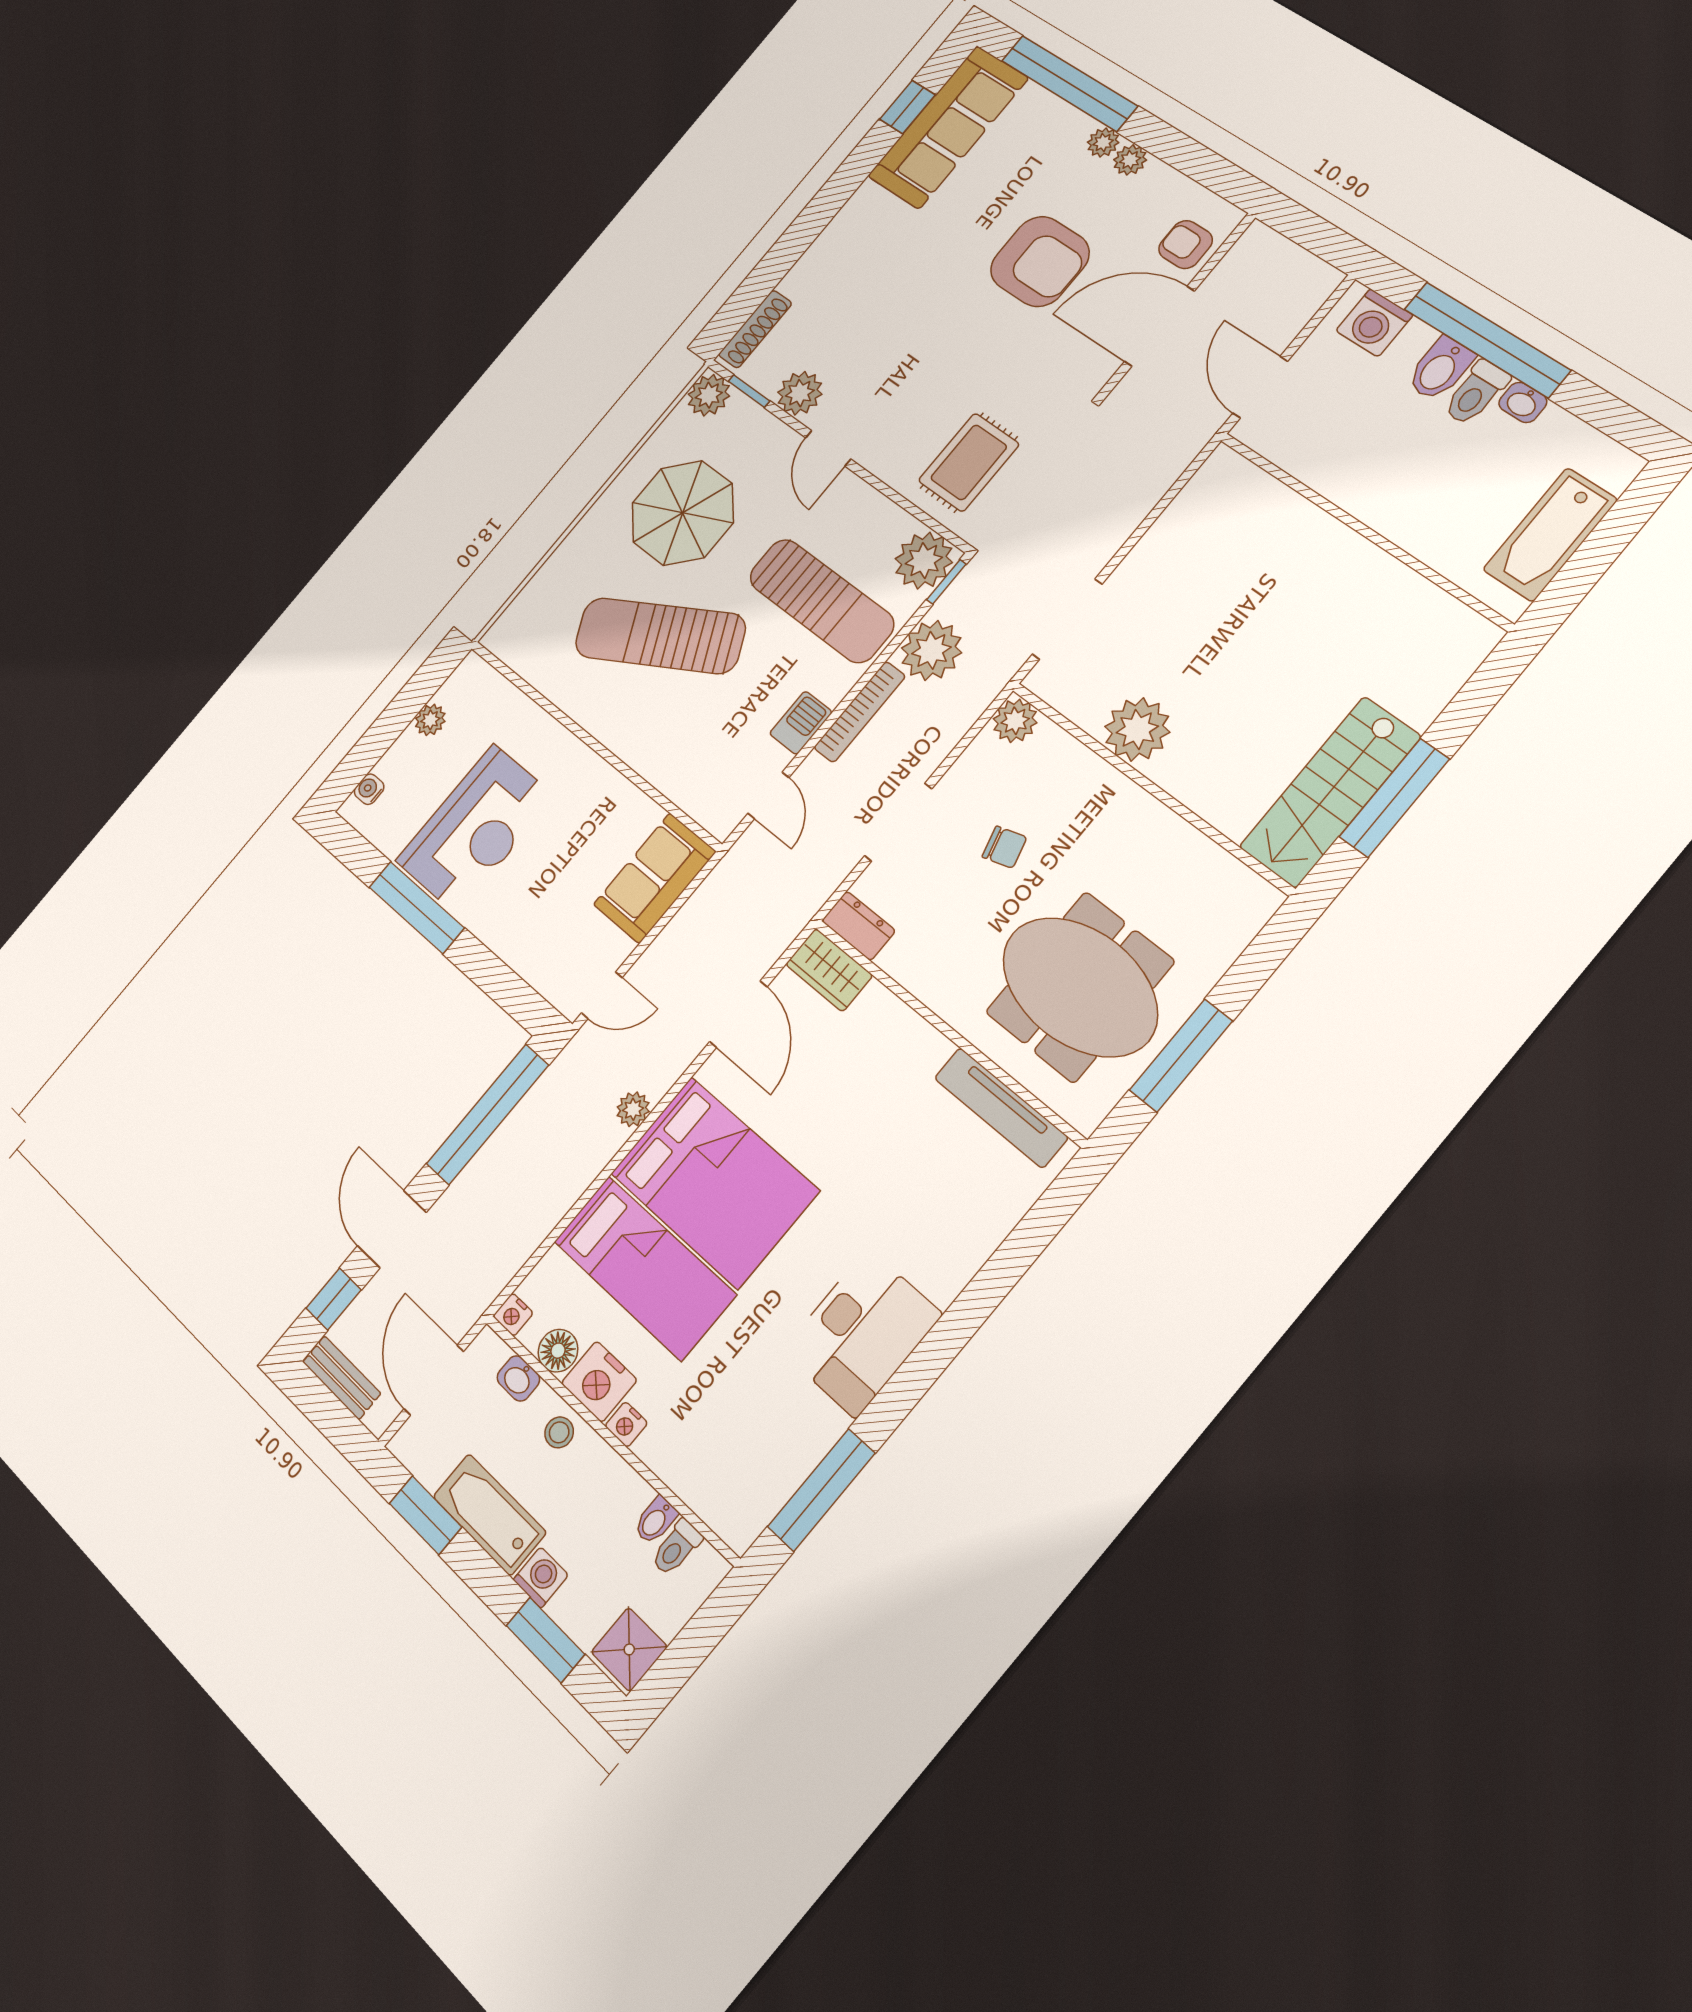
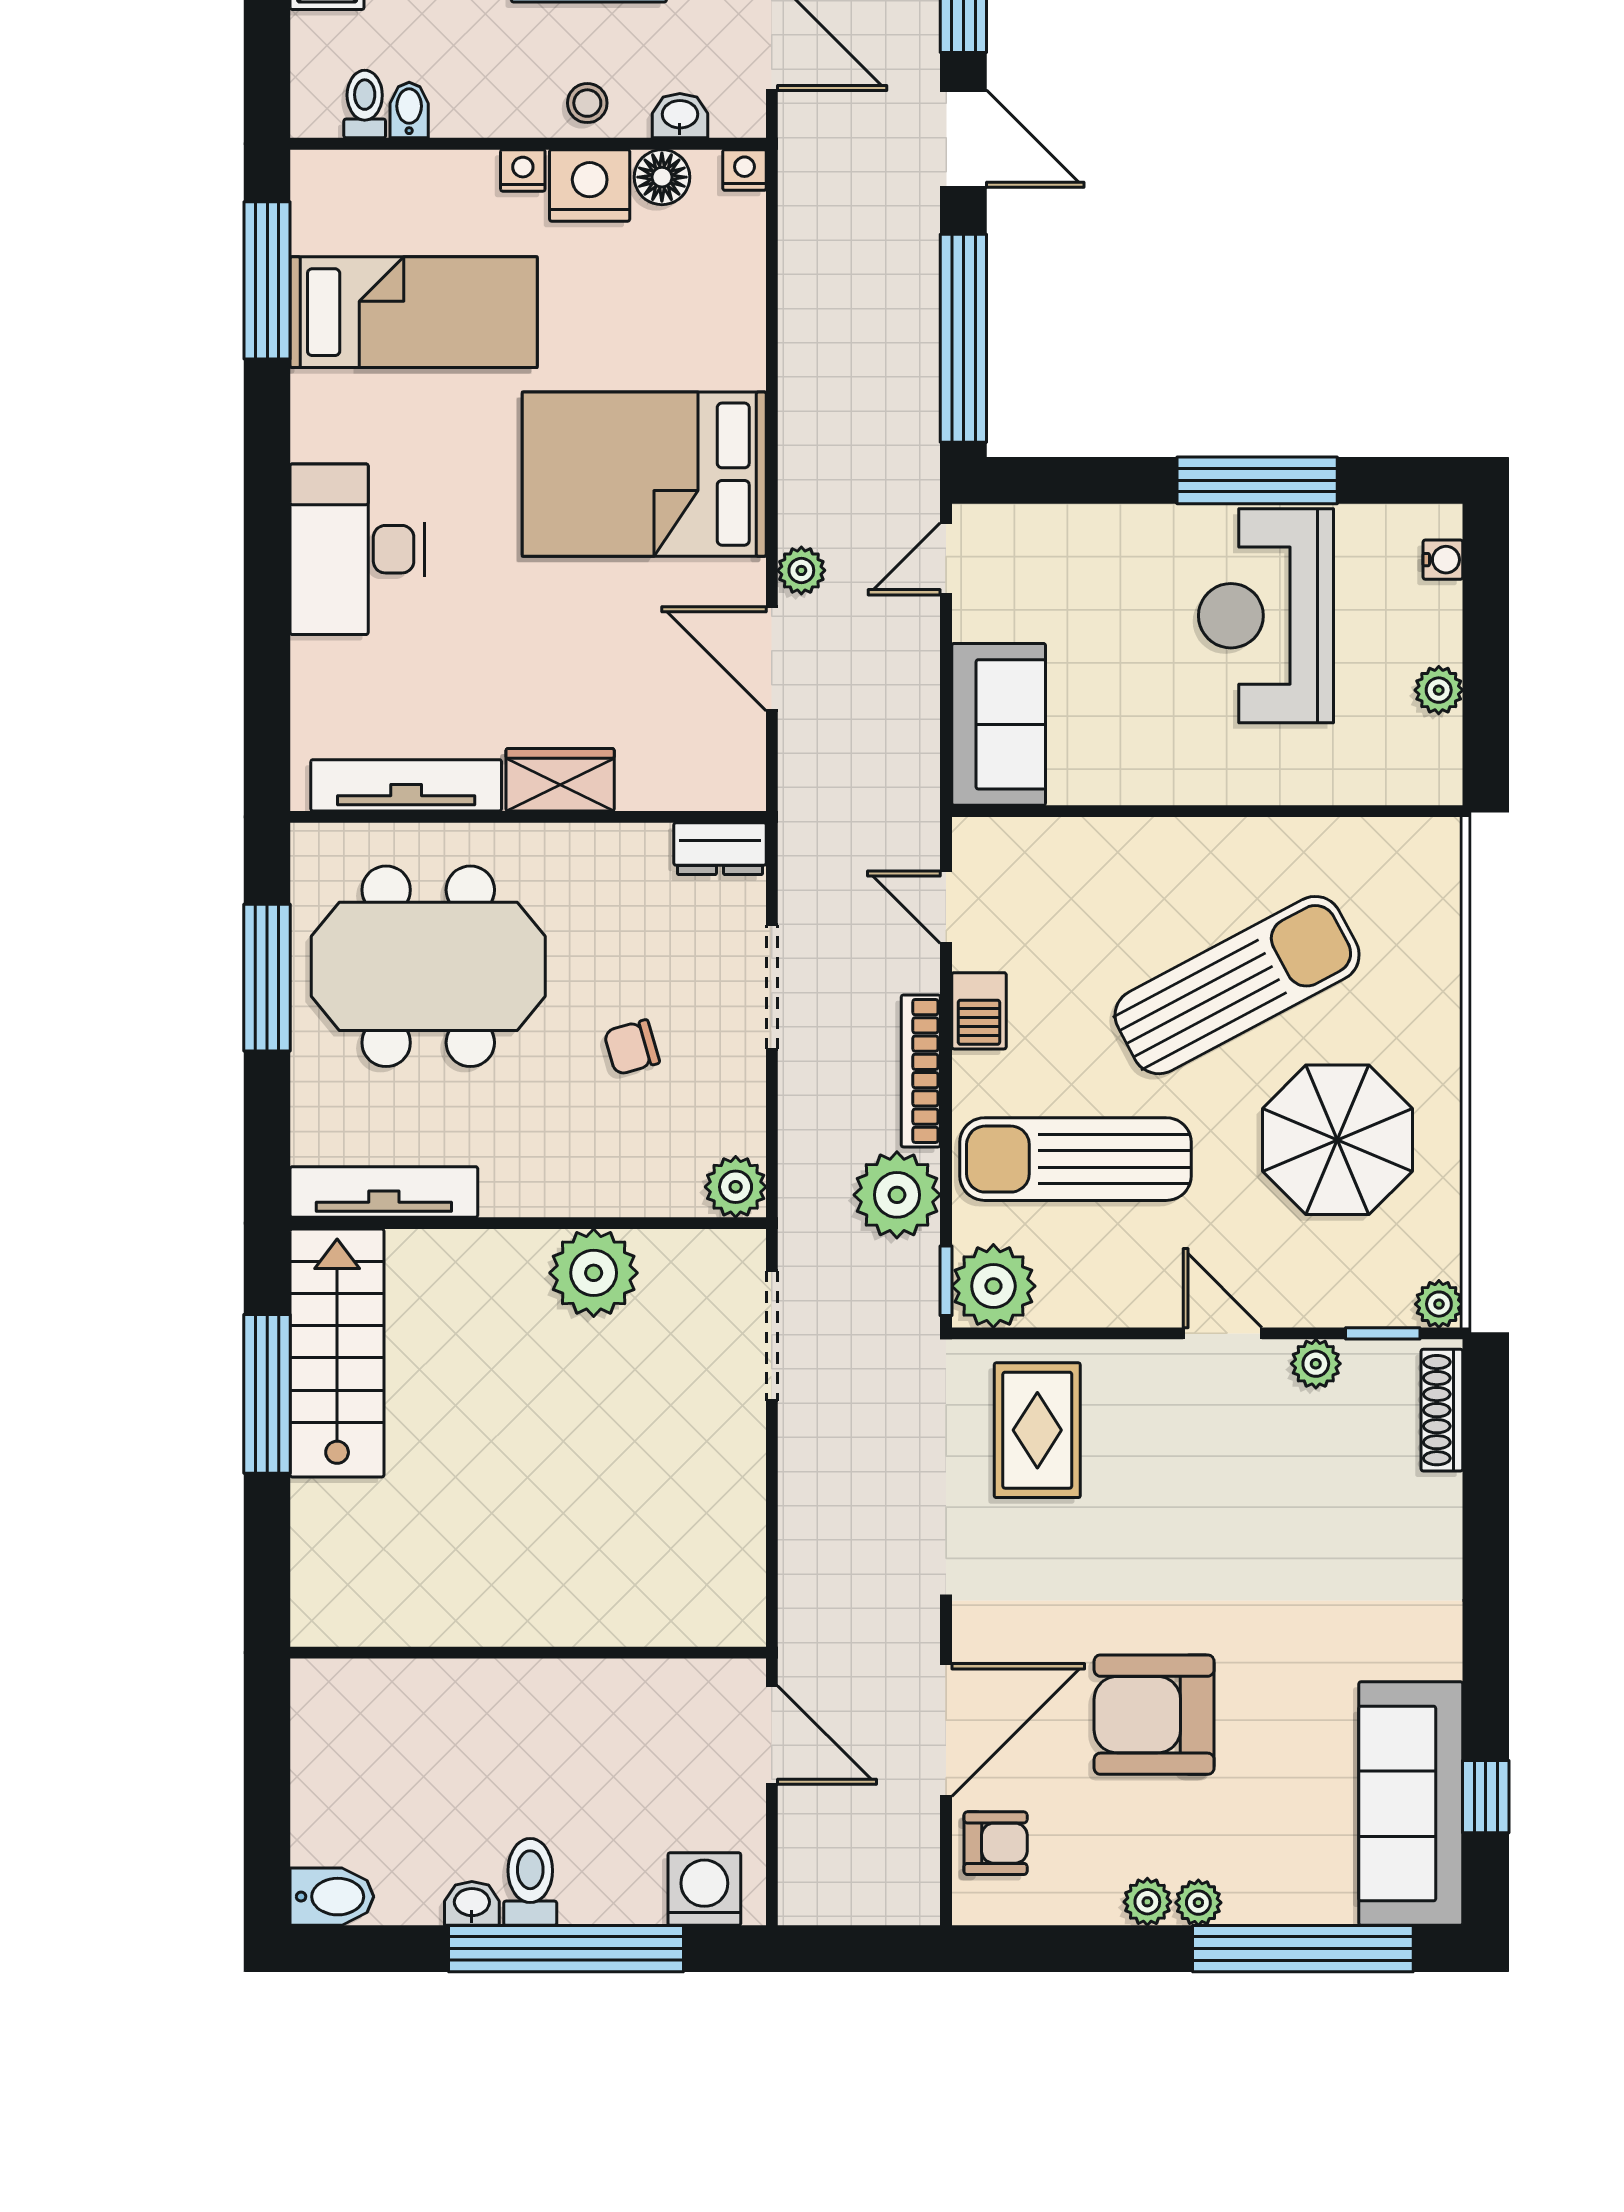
bidet: (1440, 369) -> (332, 1897), moved, turned 90
plant: (800, 393) -> (1316, 1364), width x0.73, depth x0.73
plant: (709, 395) -> (1439, 1304), width x0.73, depth x0.73
bathtub: (1550, 535) -> (330, 1779), removed
tv unit: (1220, 870) -> (384, 1192), added
wardrobe: (829, 970) -> (560, 780), moved
plant: (633, 1109) -> (801, 570), moved
bed: (645, 1268) -> (414, 312), moved, turned 180
desk: (862, 1333) -> (357, 549), moved

